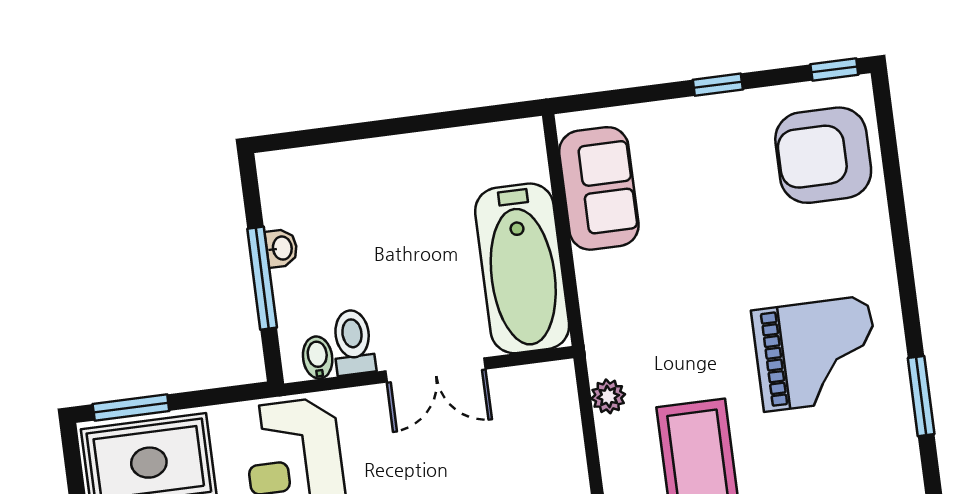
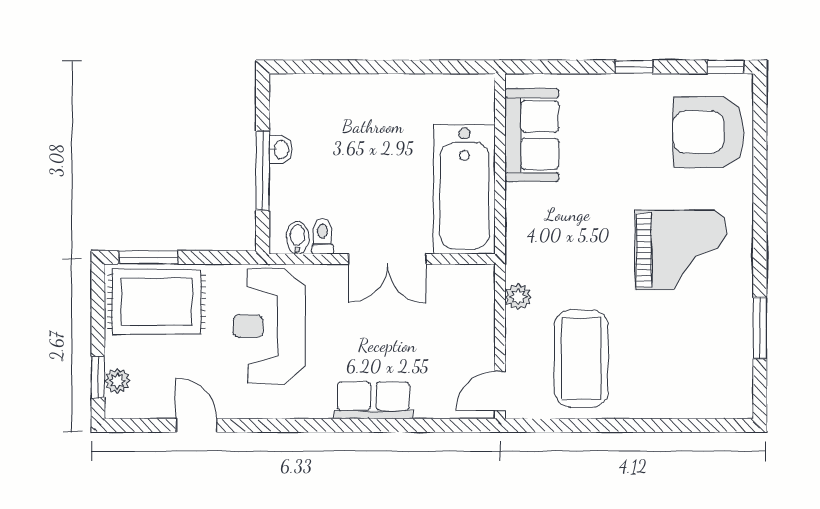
toilet: (353, 342) -> (322, 236), width x0.73, depth x0.72
grand piano: (816, 354) -> (681, 250), moved

